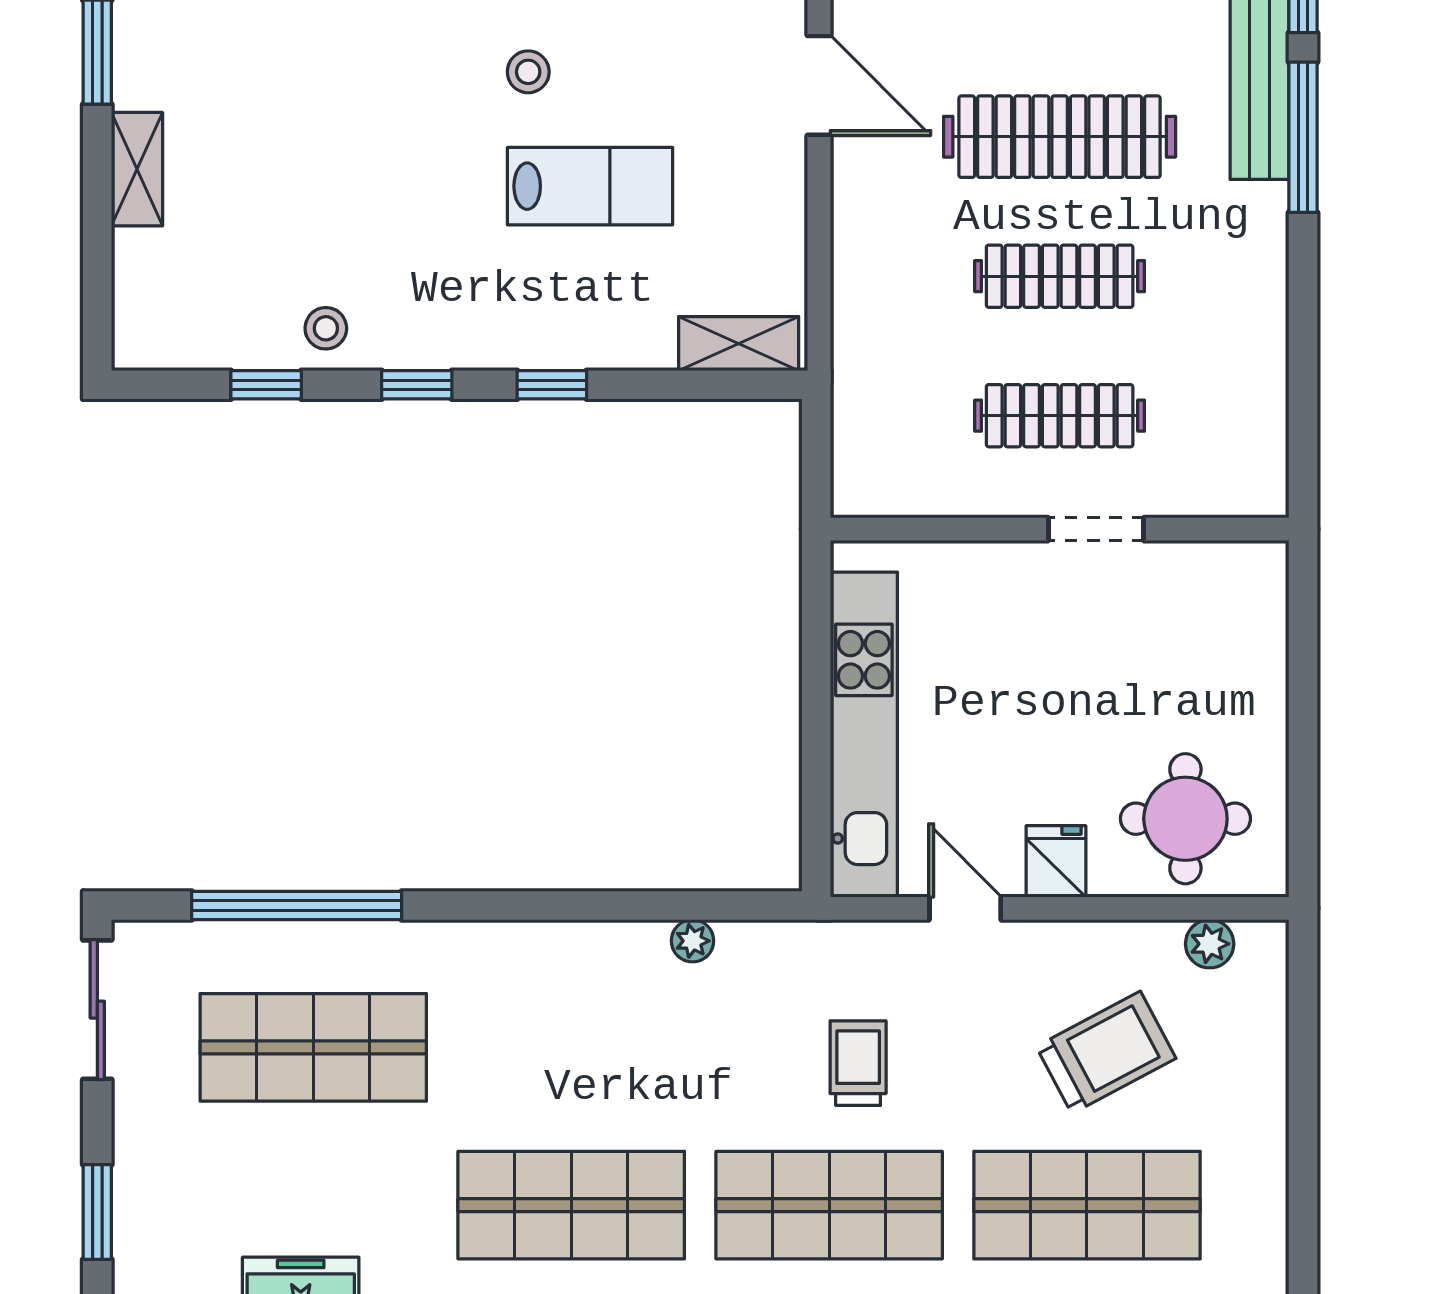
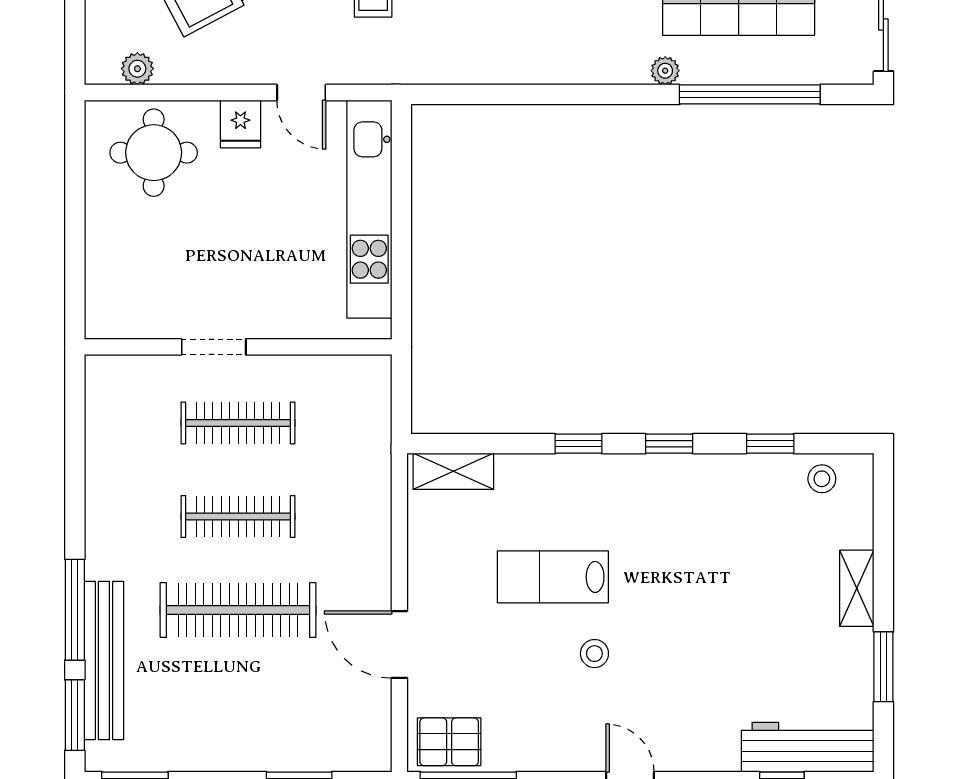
stool: (326, 328) -> (822, 479), moved
plant: (693, 941) -> (665, 71), moved

